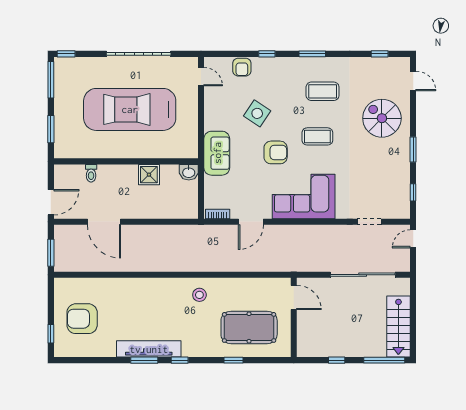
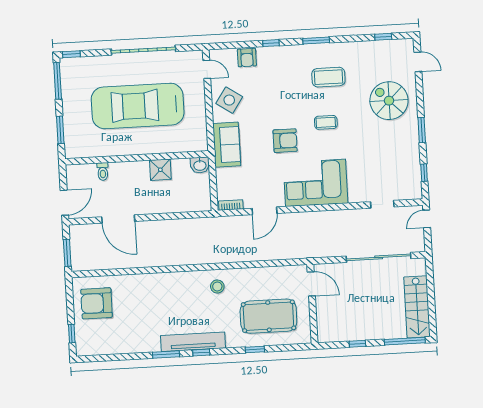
side table: (257, 113) -> (229, 100), moved
coffee table: (317, 136) -> (326, 122), width x0.73, depth x0.77
armchair: (82, 319) -> (97, 303), moved
tv unit: (149, 349) -> (193, 342), moved

